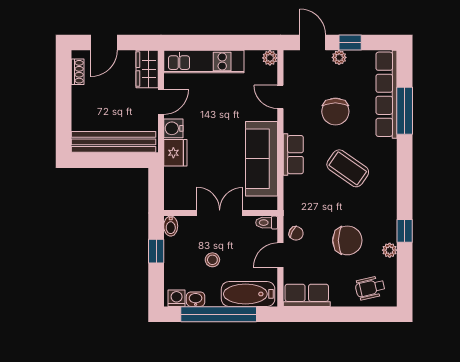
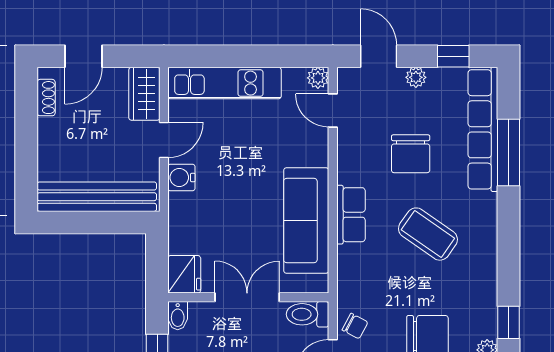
window: (350, 43) -> (453, 56), moved
door: (280, 97) -> (333, 110), moved
fridge: (175, 153) -> (184, 274), moved
toilet: (267, 223) -> (308, 314), width x1.37, depth x1.39

